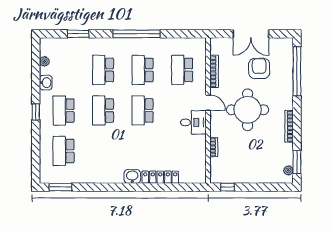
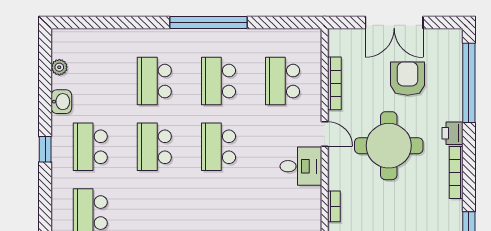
window: (78, 34) -> (114, 23), removed
printer: (287, 102) -> (452, 133), added

